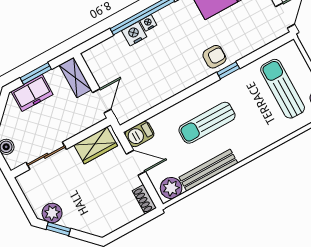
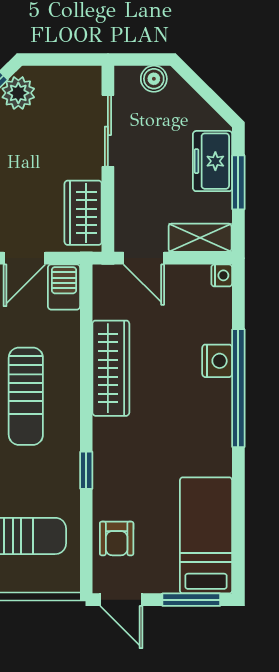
nightstand: (148, 23) -> (222, 275), moved
armchair: (214, 57) -> (117, 539), moved
wardrobe: (168, 87) -> (111, 368), added
sun lounger: (207, 123) -> (26, 396), turned 180

